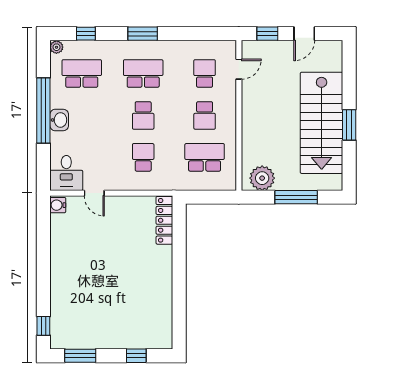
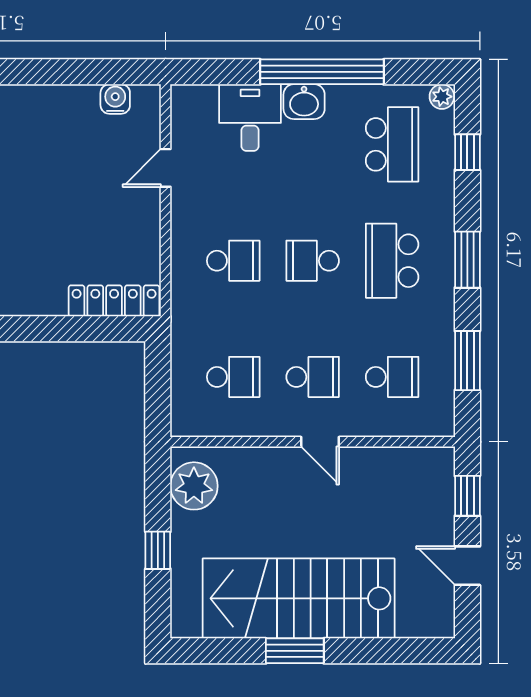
window: (196, 34) -> (467, 361), added
door: (239, 69) -> (320, 442), moved
school desk: (143, 73) -> (392, 261), turned 180
school desk: (205, 115) -> (313, 377), turned 180
school desk: (205, 157) -> (233, 377), width x0.54
desk: (66, 173) -> (250, 118), moved, turned 90
window: (296, 197) -> (158, 550), width x0.46
water cooler: (58, 205) -> (115, 99), moved

